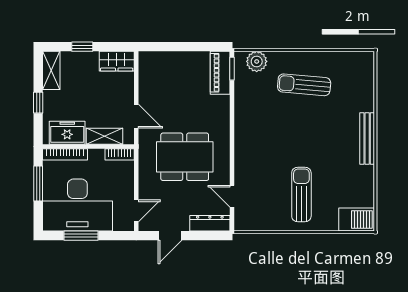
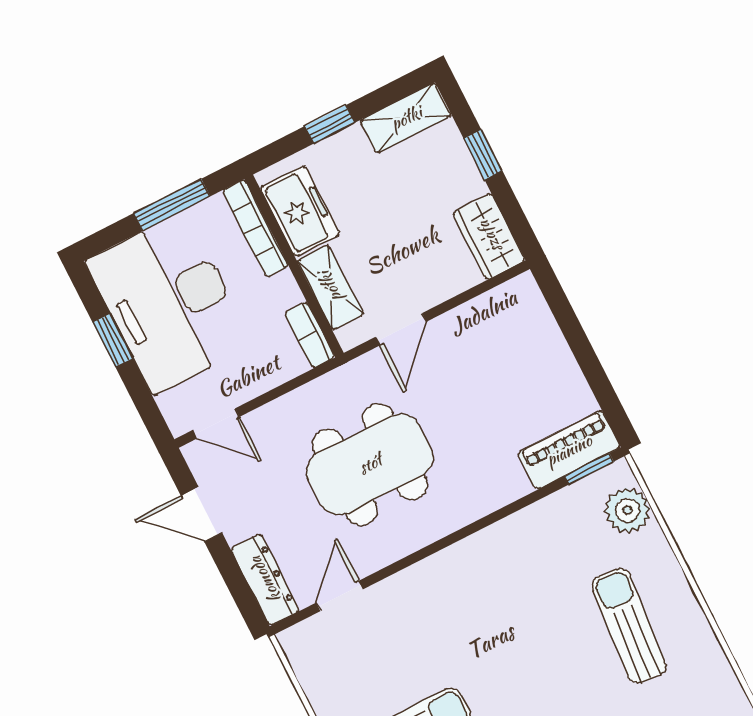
dining table: (185, 157) -> (370, 464), turned 90
window: (81, 236) -> (113, 340), width x0.67

